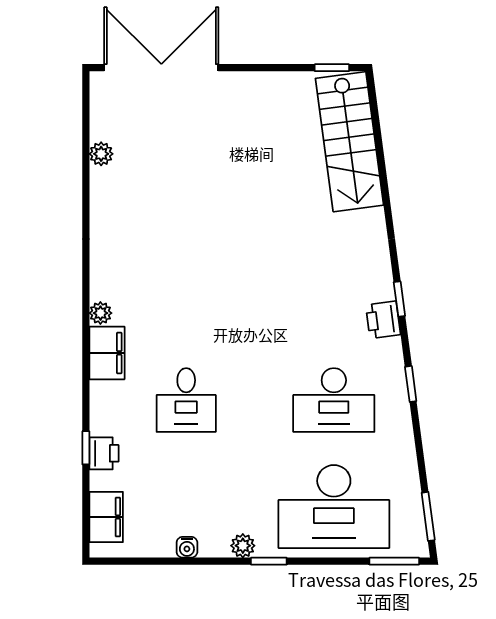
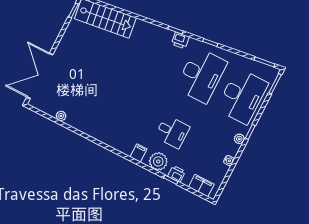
plant: (100, 313) -> (158, 161), moved, width x1.87, depth x1.87
filing cabinet: (107, 353) -> (139, 153), width x0.50
desk: (334, 400) -> (201, 75), width x1.36, depth x1.30

